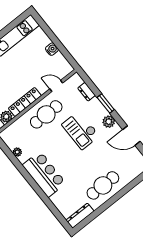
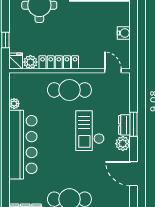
door: (56, 86) -> (113, 71), moved
dresser: (87, 92) -> (124, 125), moved
bar counter: (44, 174) -> (23, 145), width x1.36

